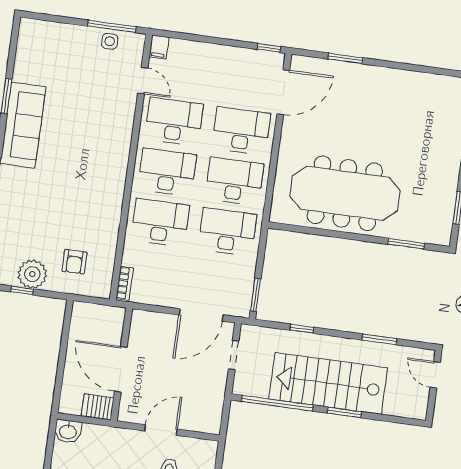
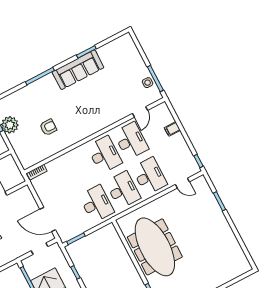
filing cabinet: (159, 47) -> (172, 129), moved
door: (283, 92) -> (182, 183), width x0.53
desk: (160, 223) -> (78, 168), removed
armchair: (74, 262) -> (48, 127), moved, turned 180

